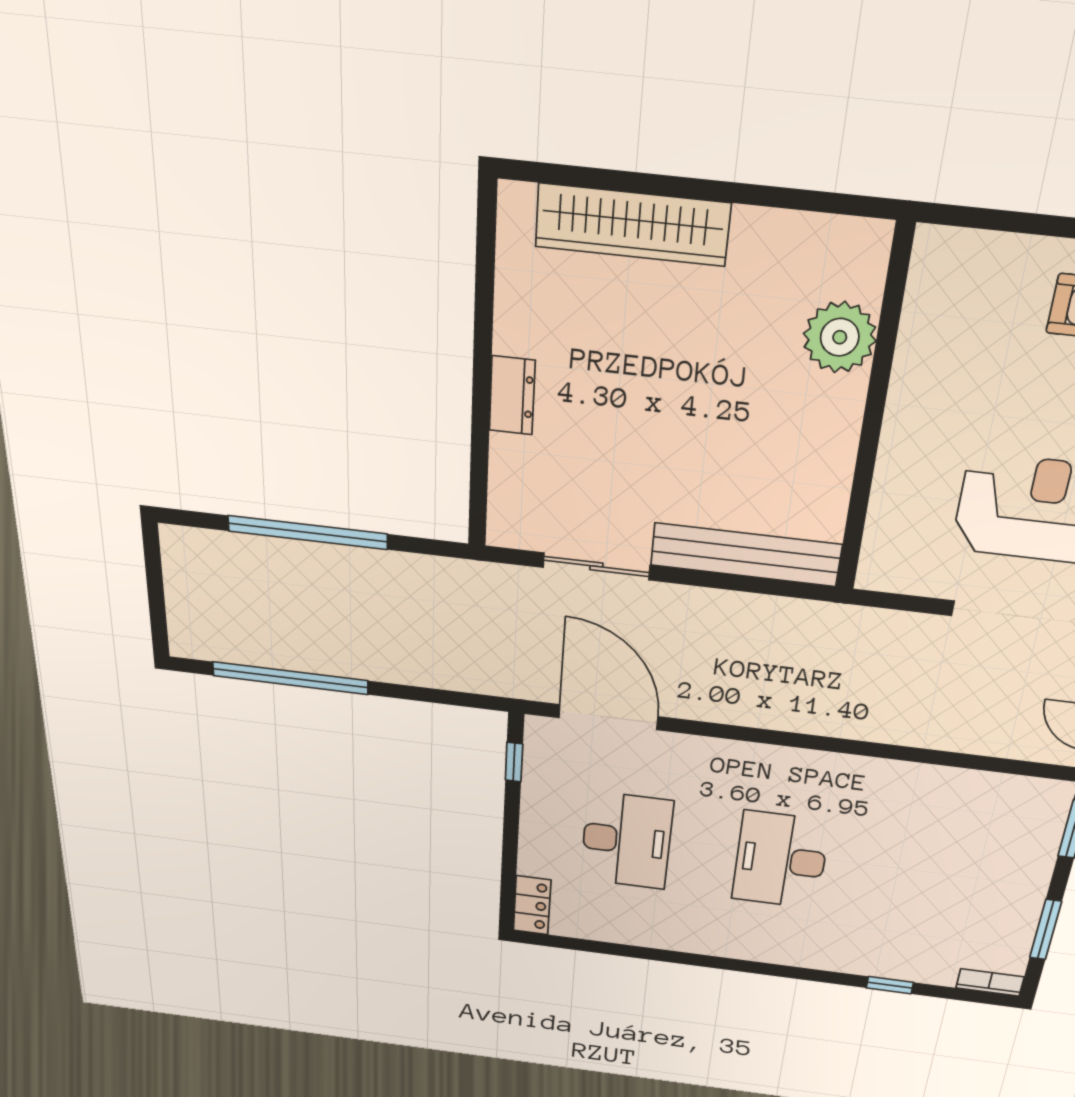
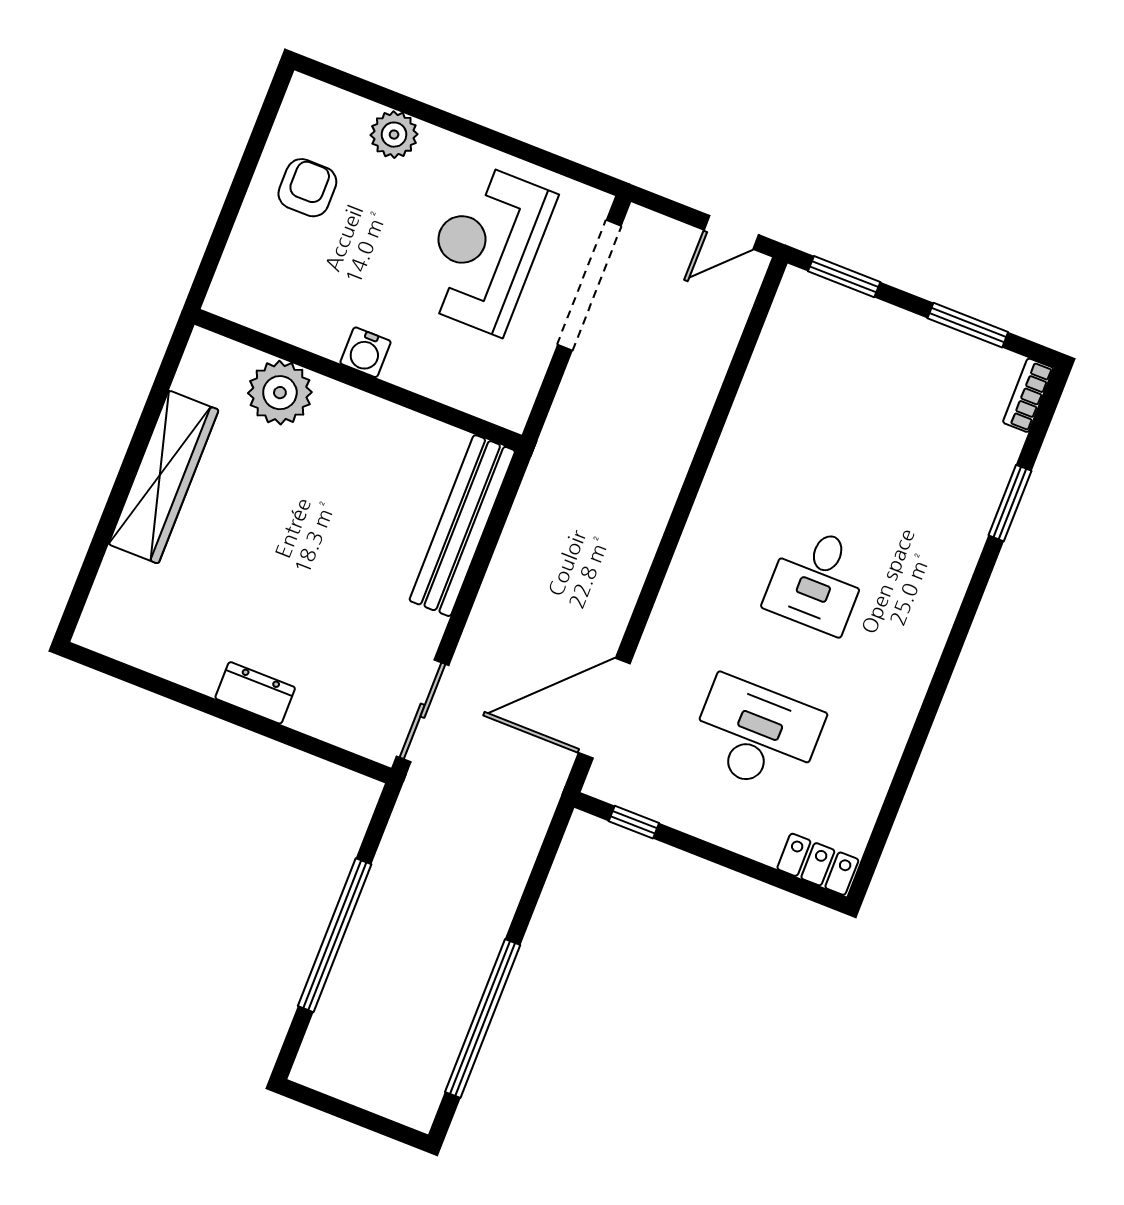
wardrobe: (632, 225) -> (164, 477), moved
water cooler: (905, 416) -> (365, 352), added
sliding door: (596, 566) -> (423, 711), moved
desk: (781, 860) -> (817, 580), width x0.73
window: (890, 985) -> (1010, 503), width x1.50

